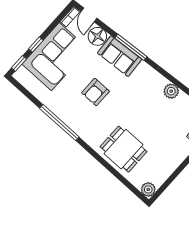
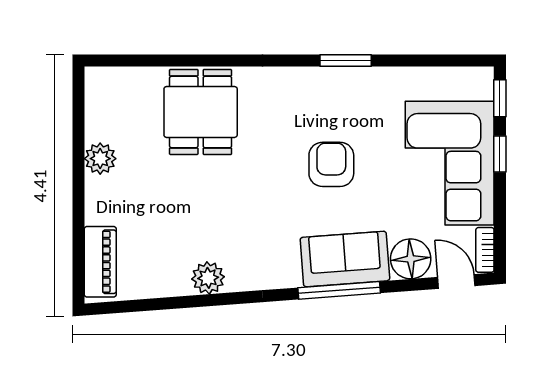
window: (59, 123) -> (346, 61), width x0.47
dining table: (124, 149) -> (201, 112), turned 90
plant: (148, 189) -> (100, 159), moved

